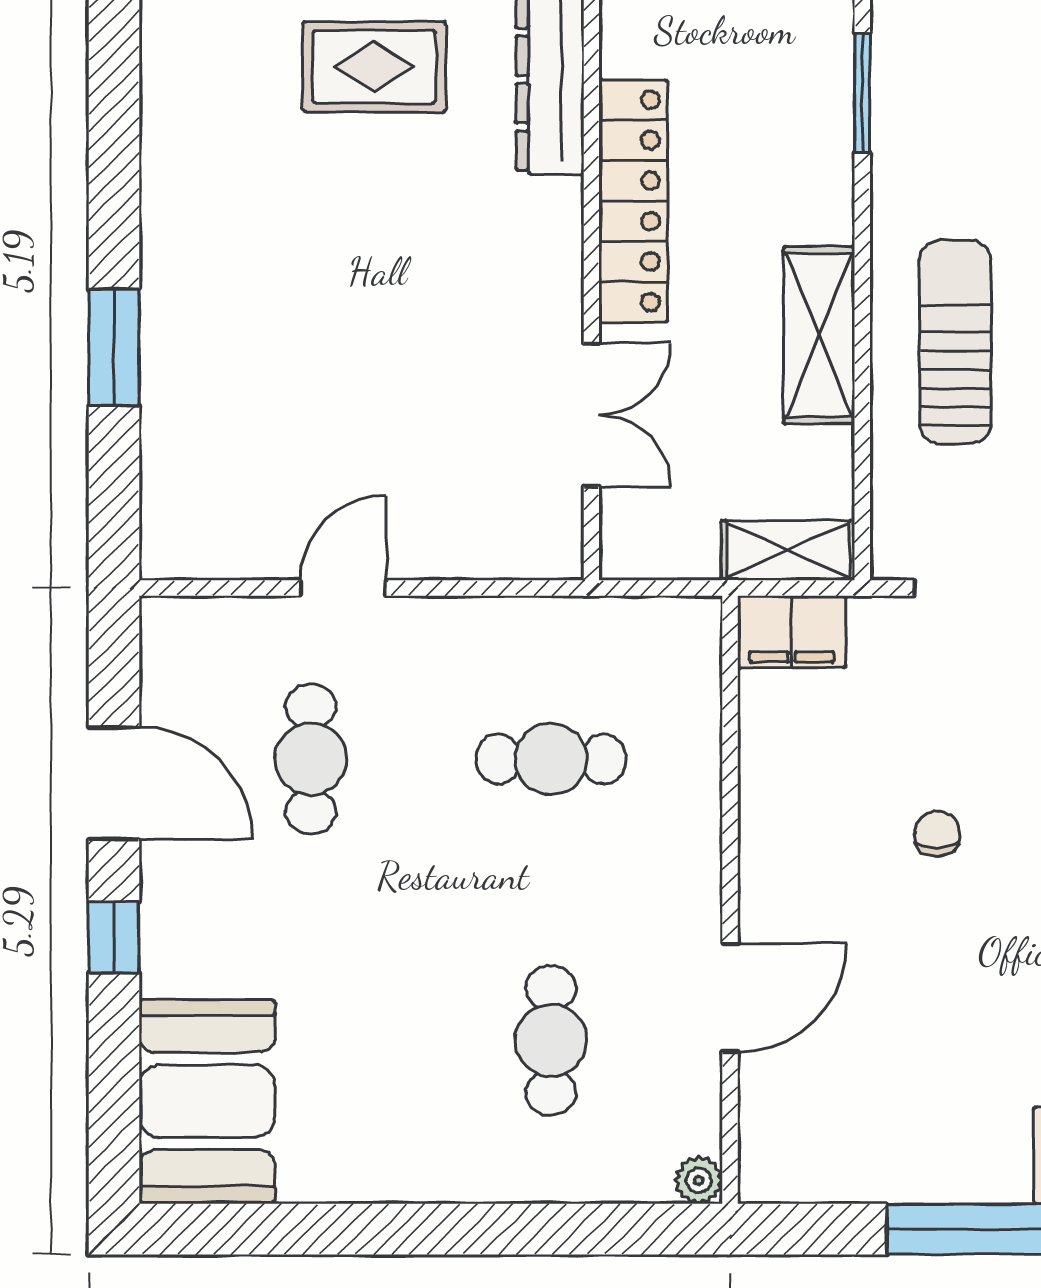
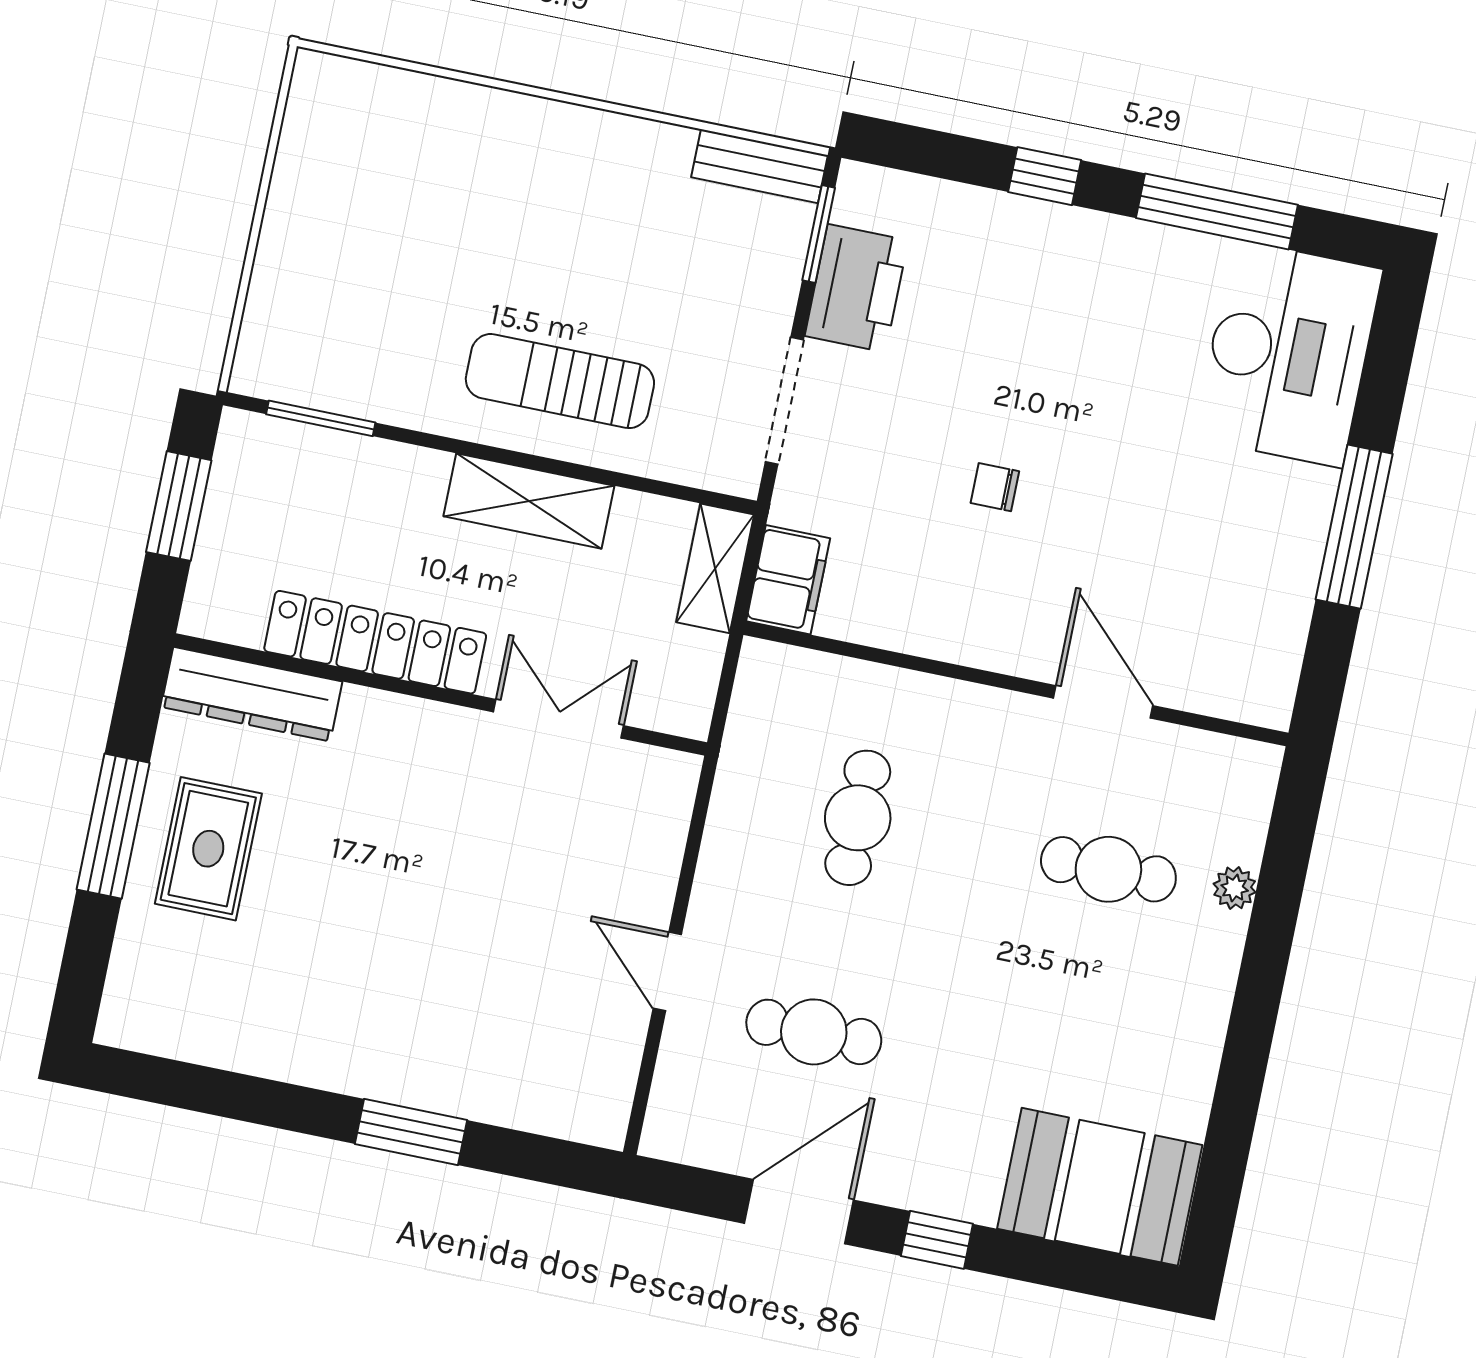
plant: (699, 1180) -> (1235, 888), moved

